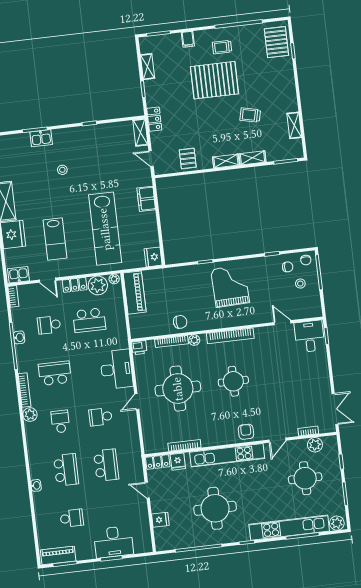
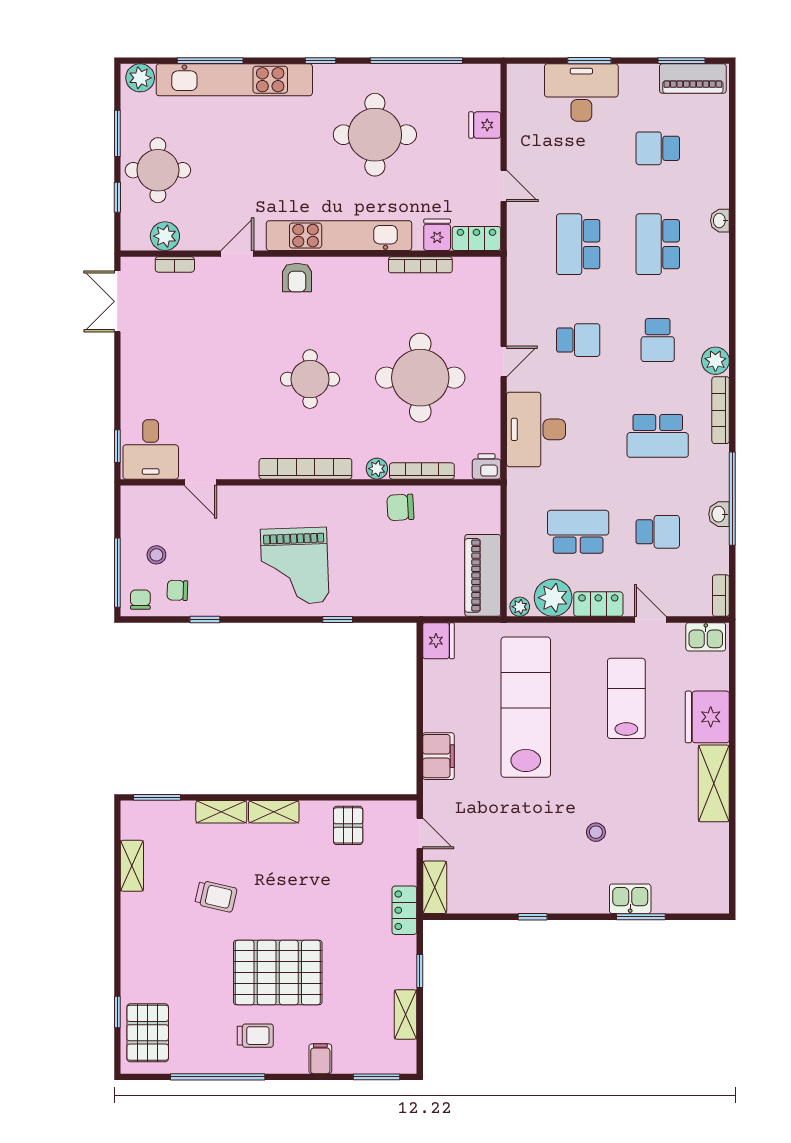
round table: (305, 478) -> (158, 170), moved

